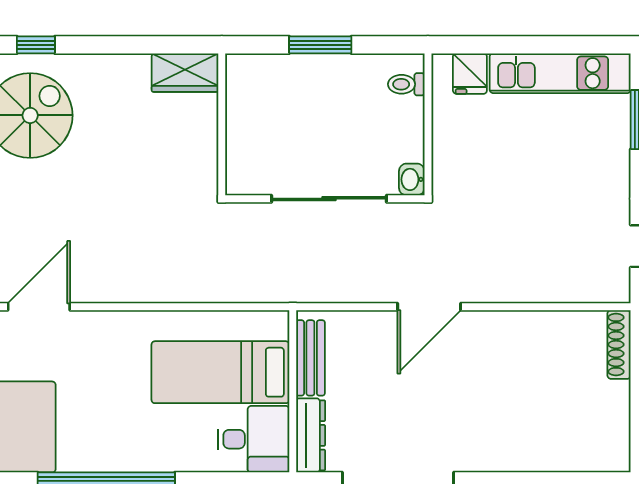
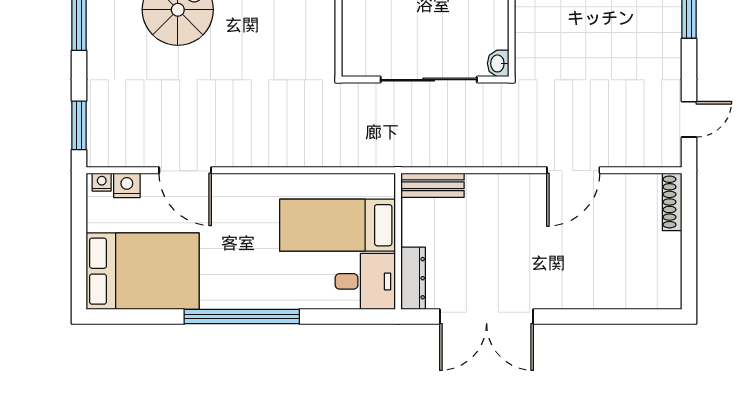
door: (39, 307) -> (185, 170), swing flipped
door: (429, 307) -> (573, 170), moved
bench: (310, 358) -> (433, 185), moved, turned 90

